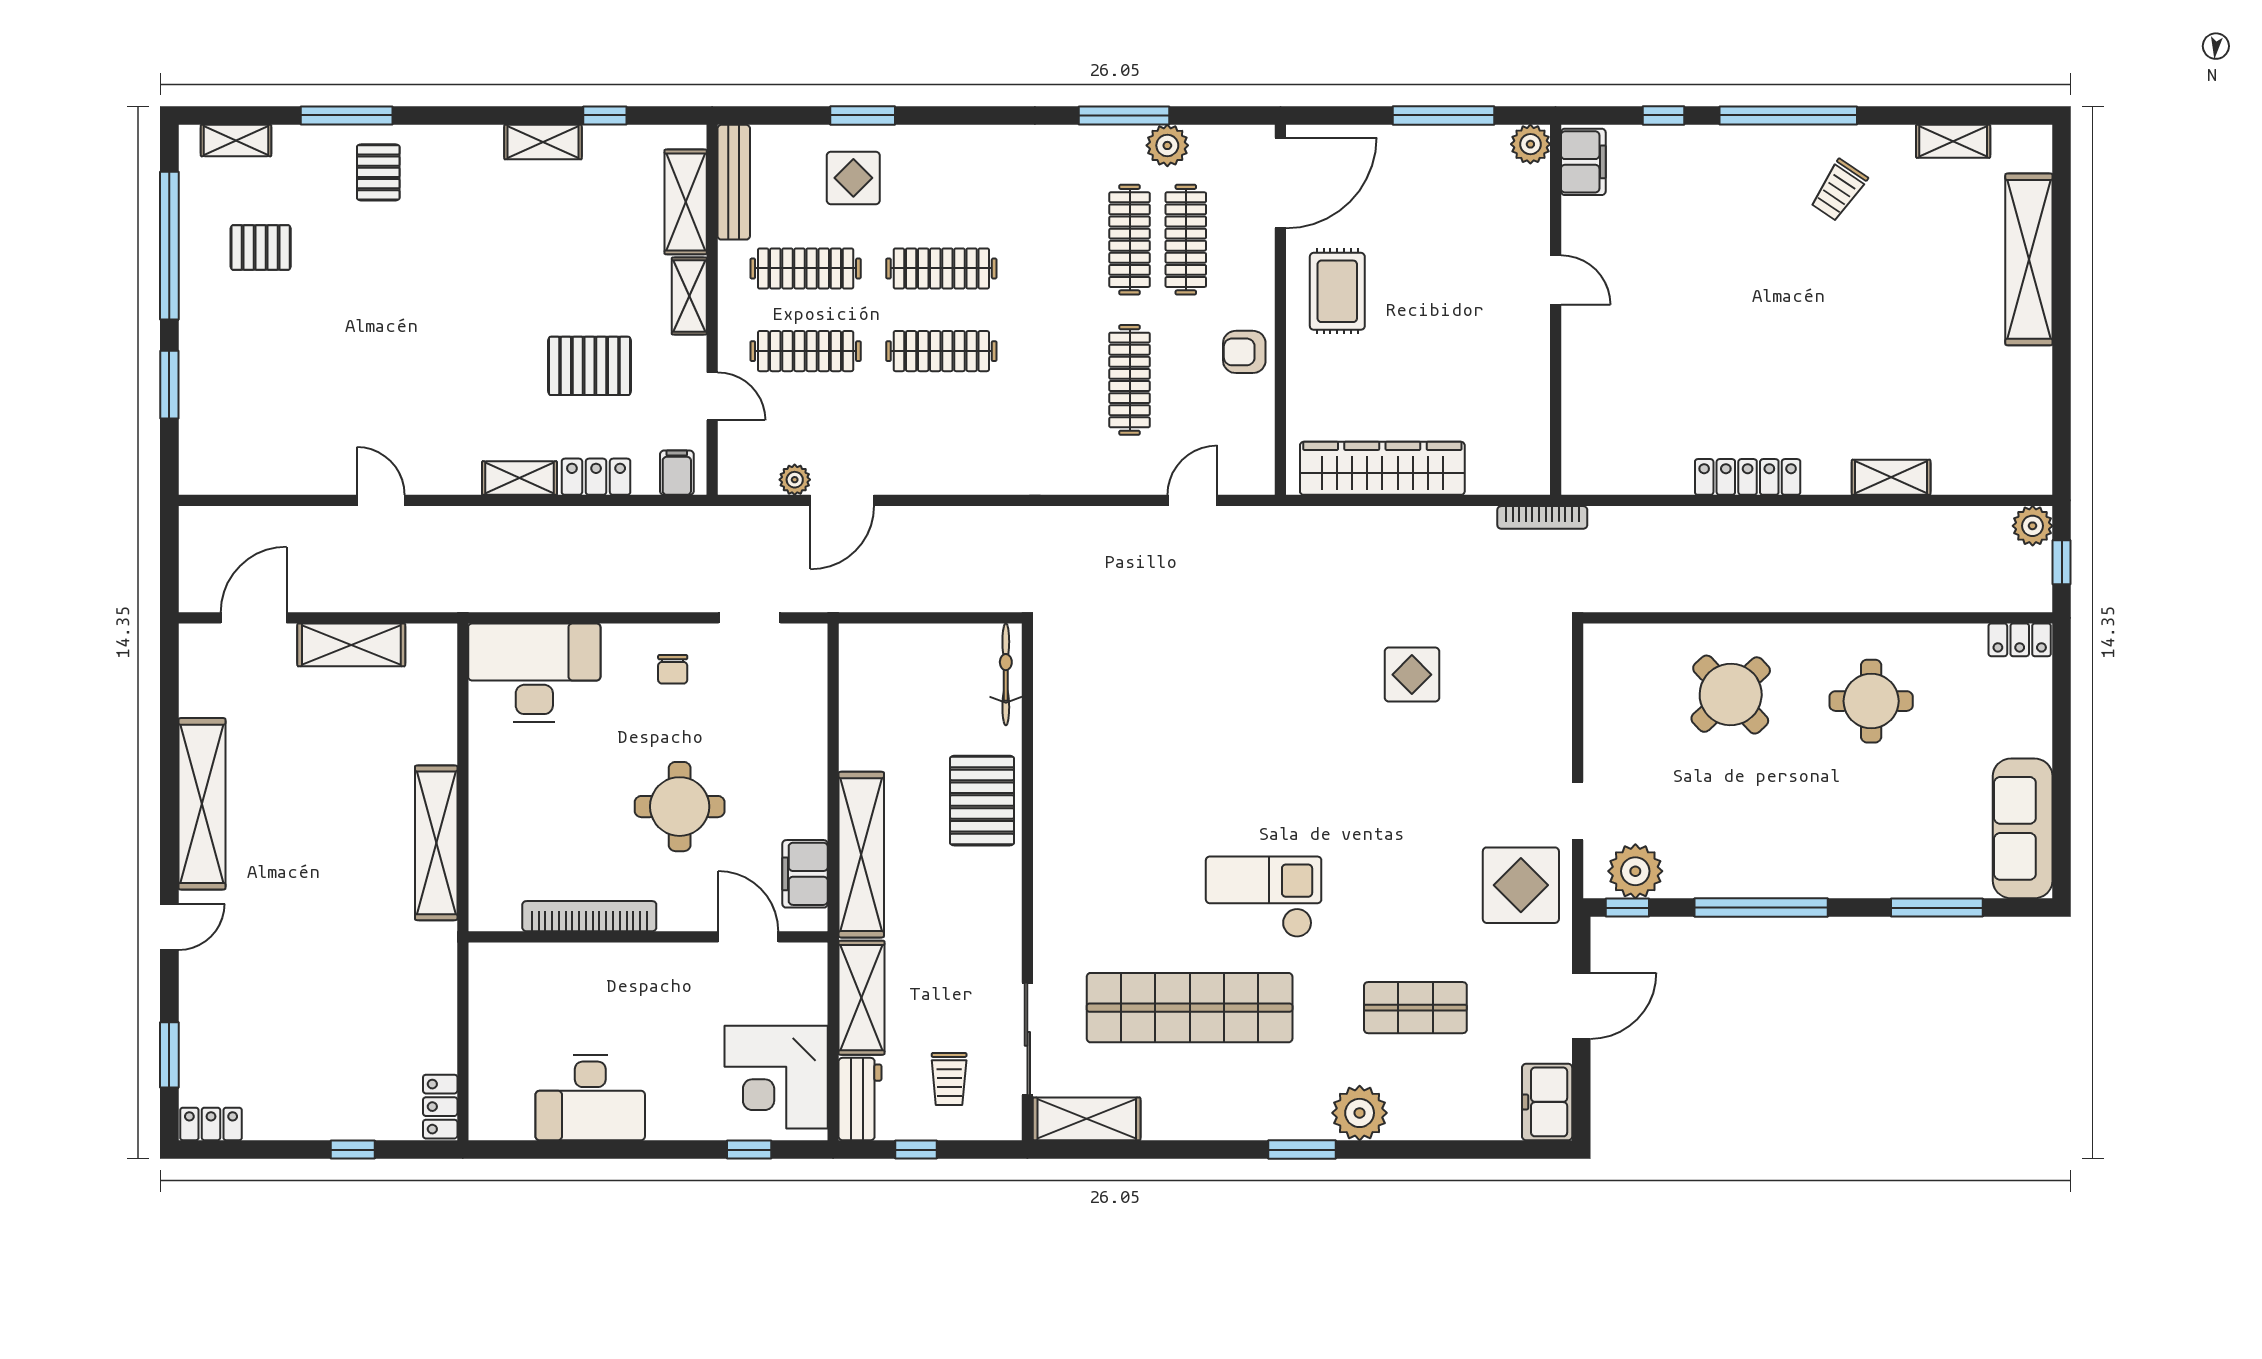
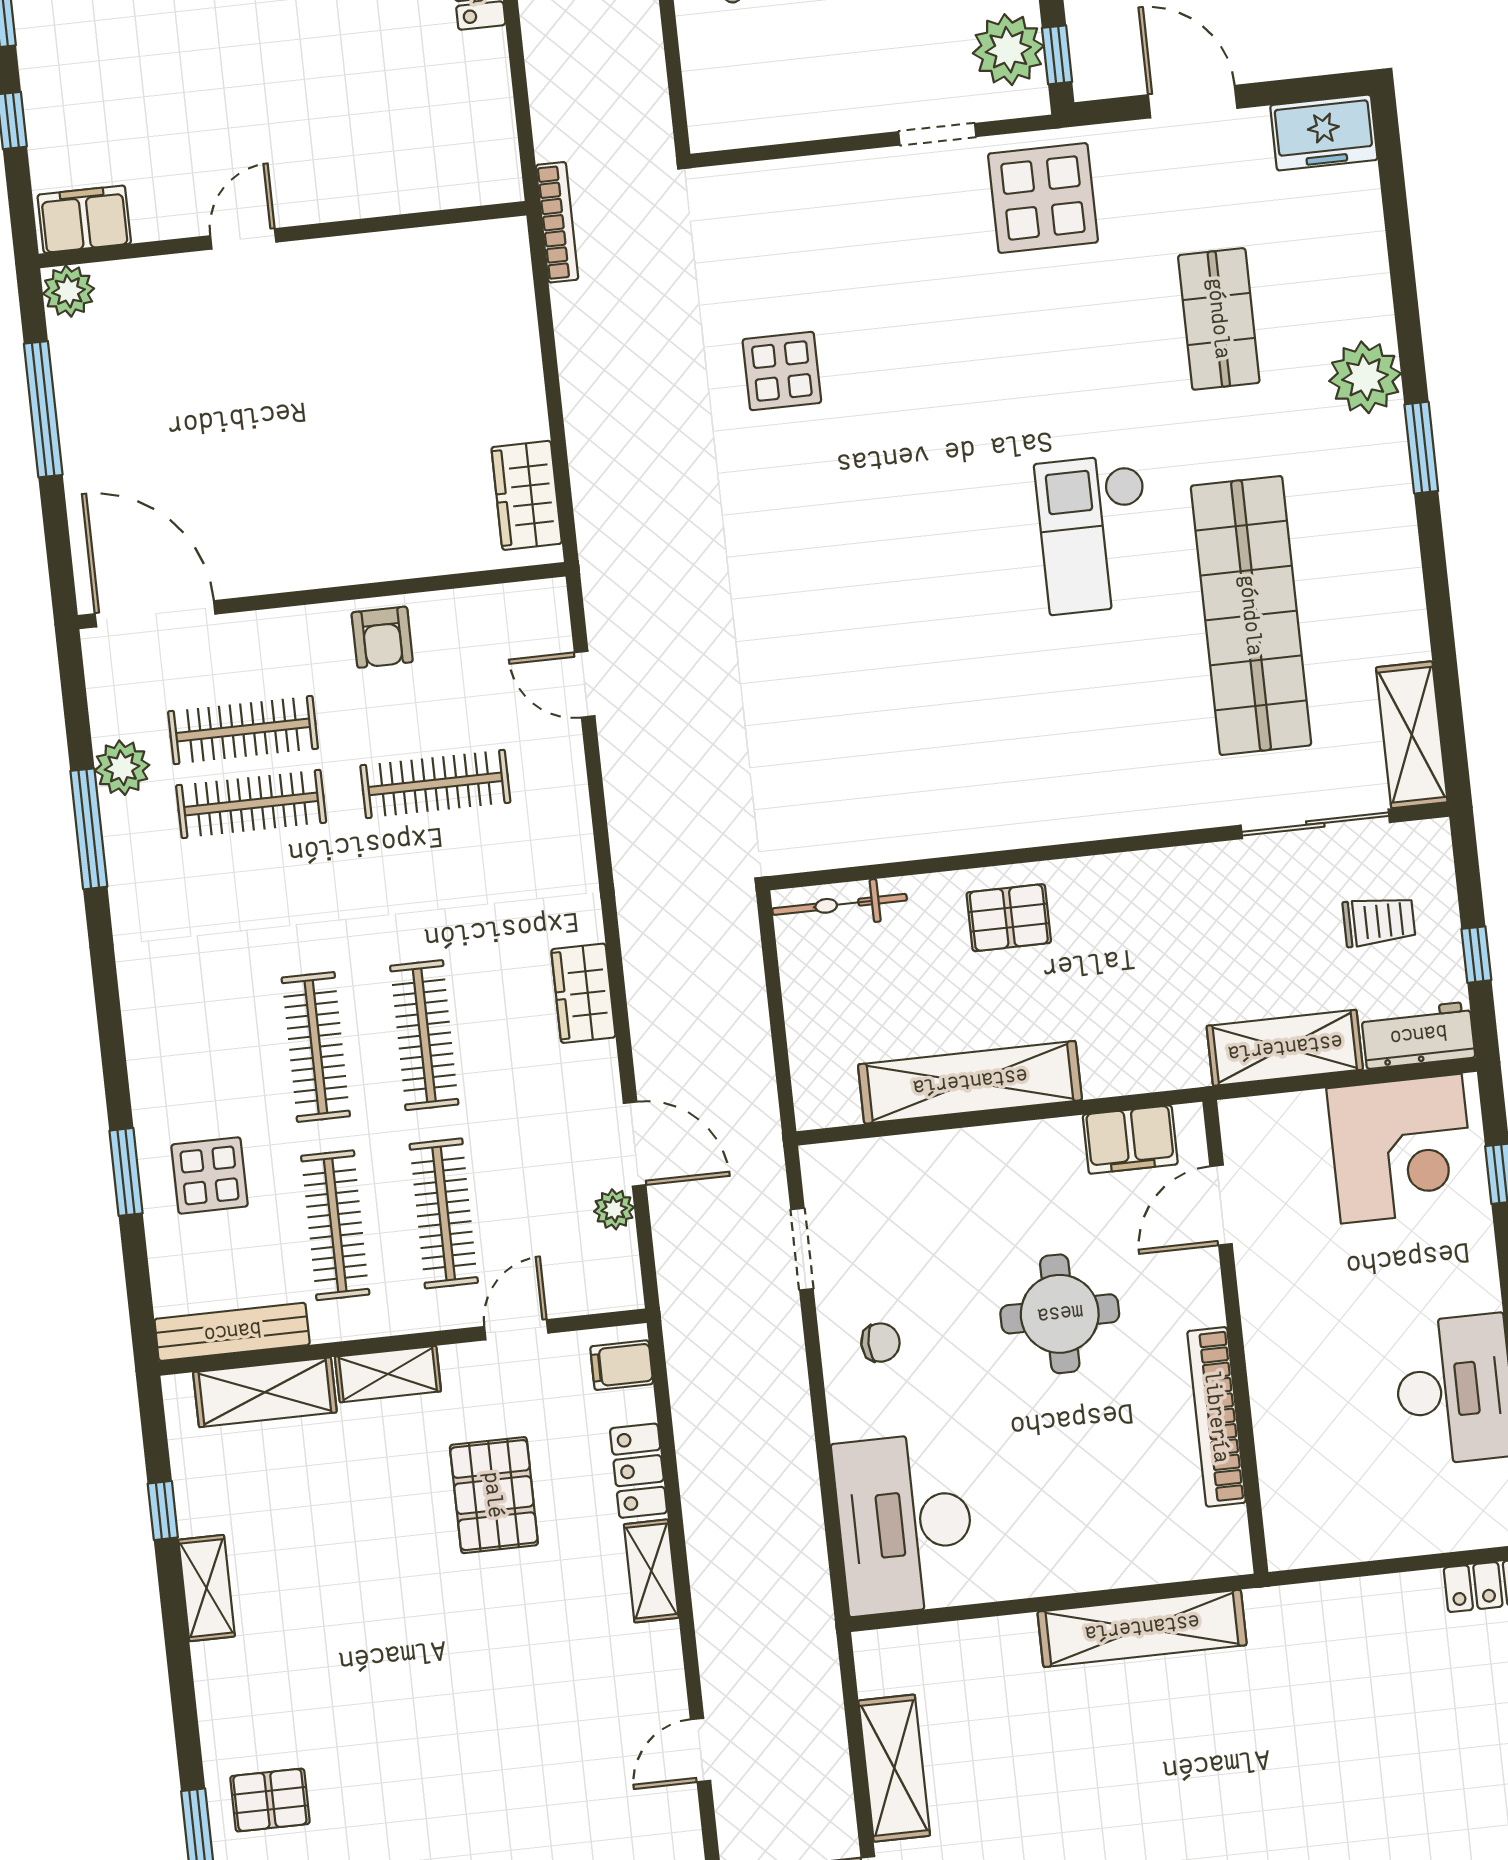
rug: (1337, 291) -> (289, 524), removed
wardrobe: (1382, 468) -> (527, 495), width x0.48, depth x0.85
wardrobe: (960, 474) -> (583, 993), added
pallet: (982, 801) -> (1009, 918), width x0.67, depth x0.71
shelving: (861, 855) -> (970, 1082), moved

